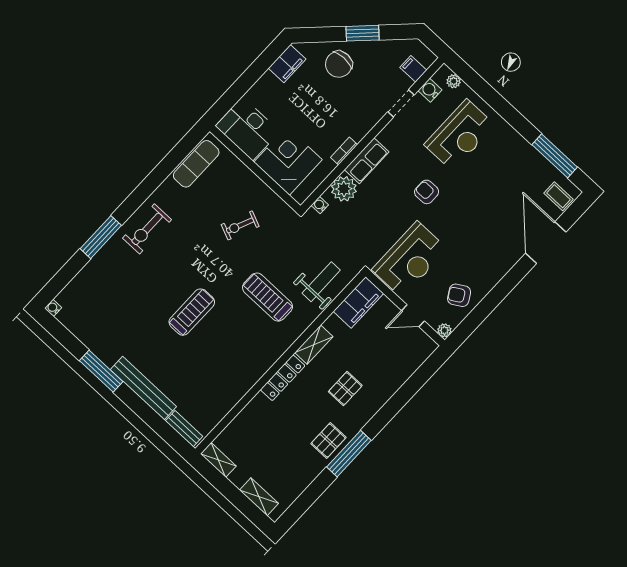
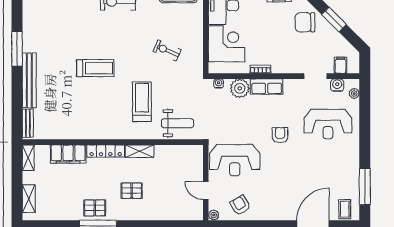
filing cabinet: (358, 302) -> (68, 154), moved

